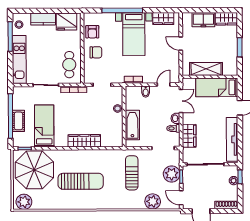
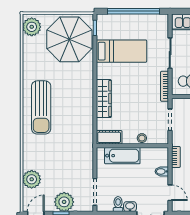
cot: (18, 121) -> (109, 137), moved
sun lounger: (132, 173) -> (66, 155), removed
sun lounger: (81, 181) -> (41, 107), moved

